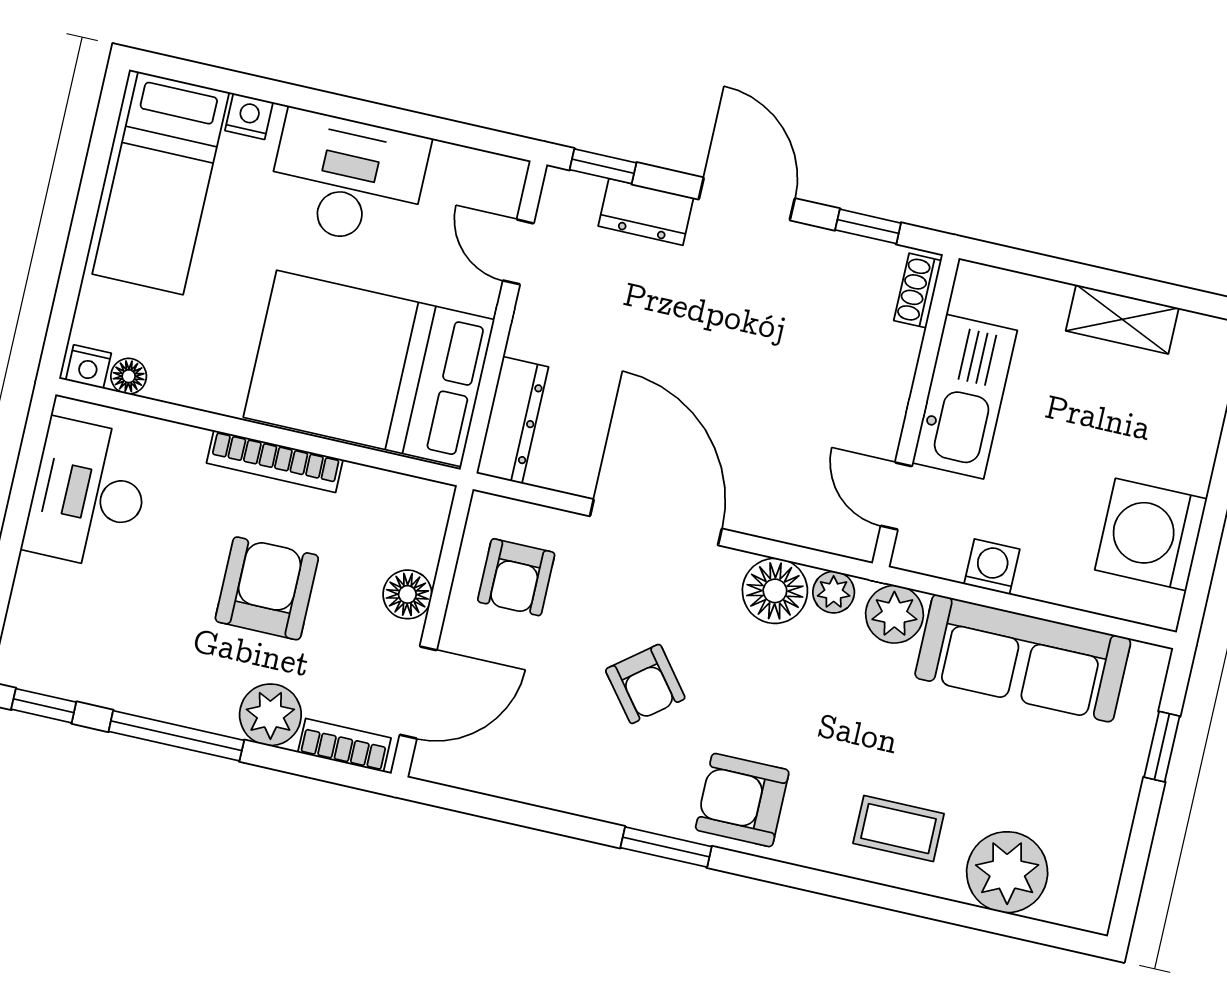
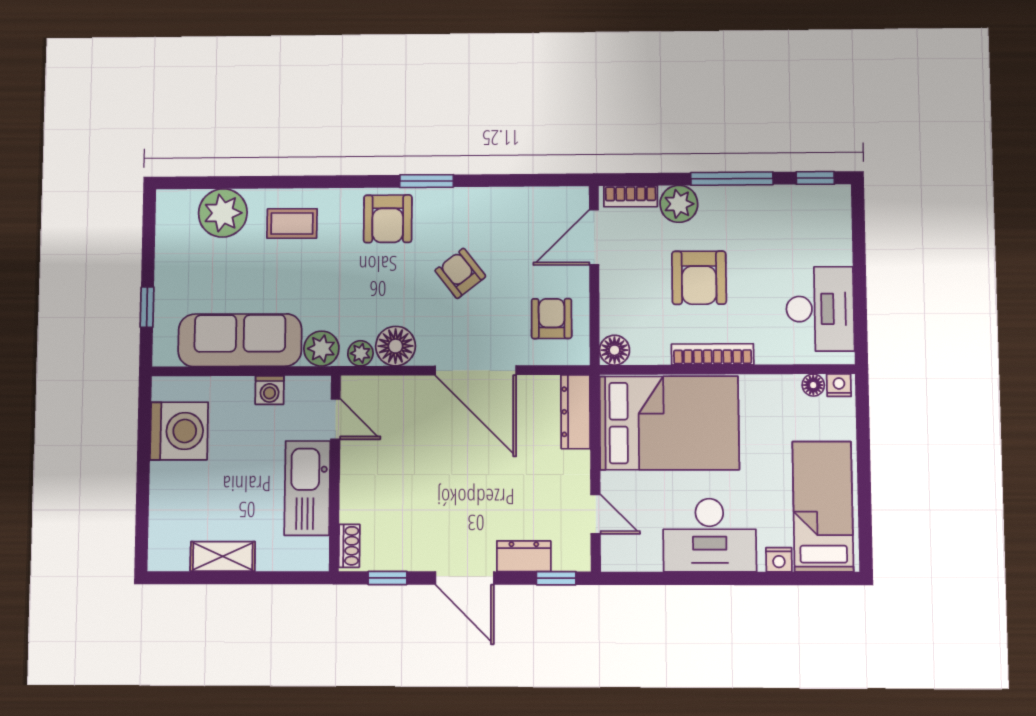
floor lamp: (407, 594) -> (614, 350), moved
armchair: (742, 800) -> (388, 219), turned 90

